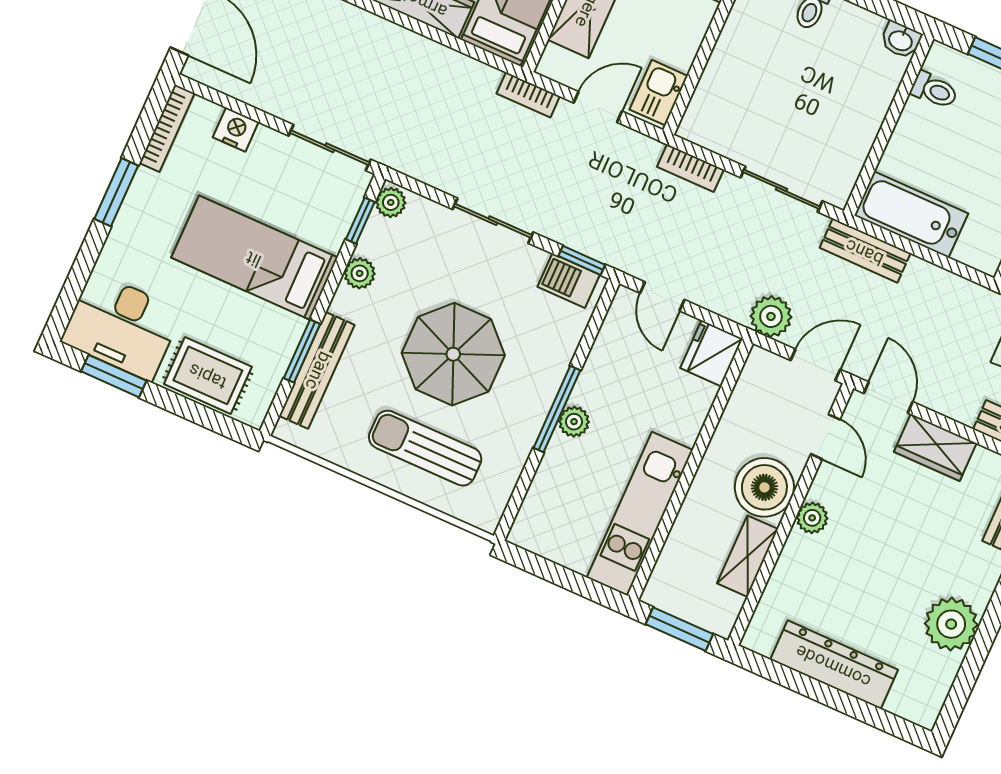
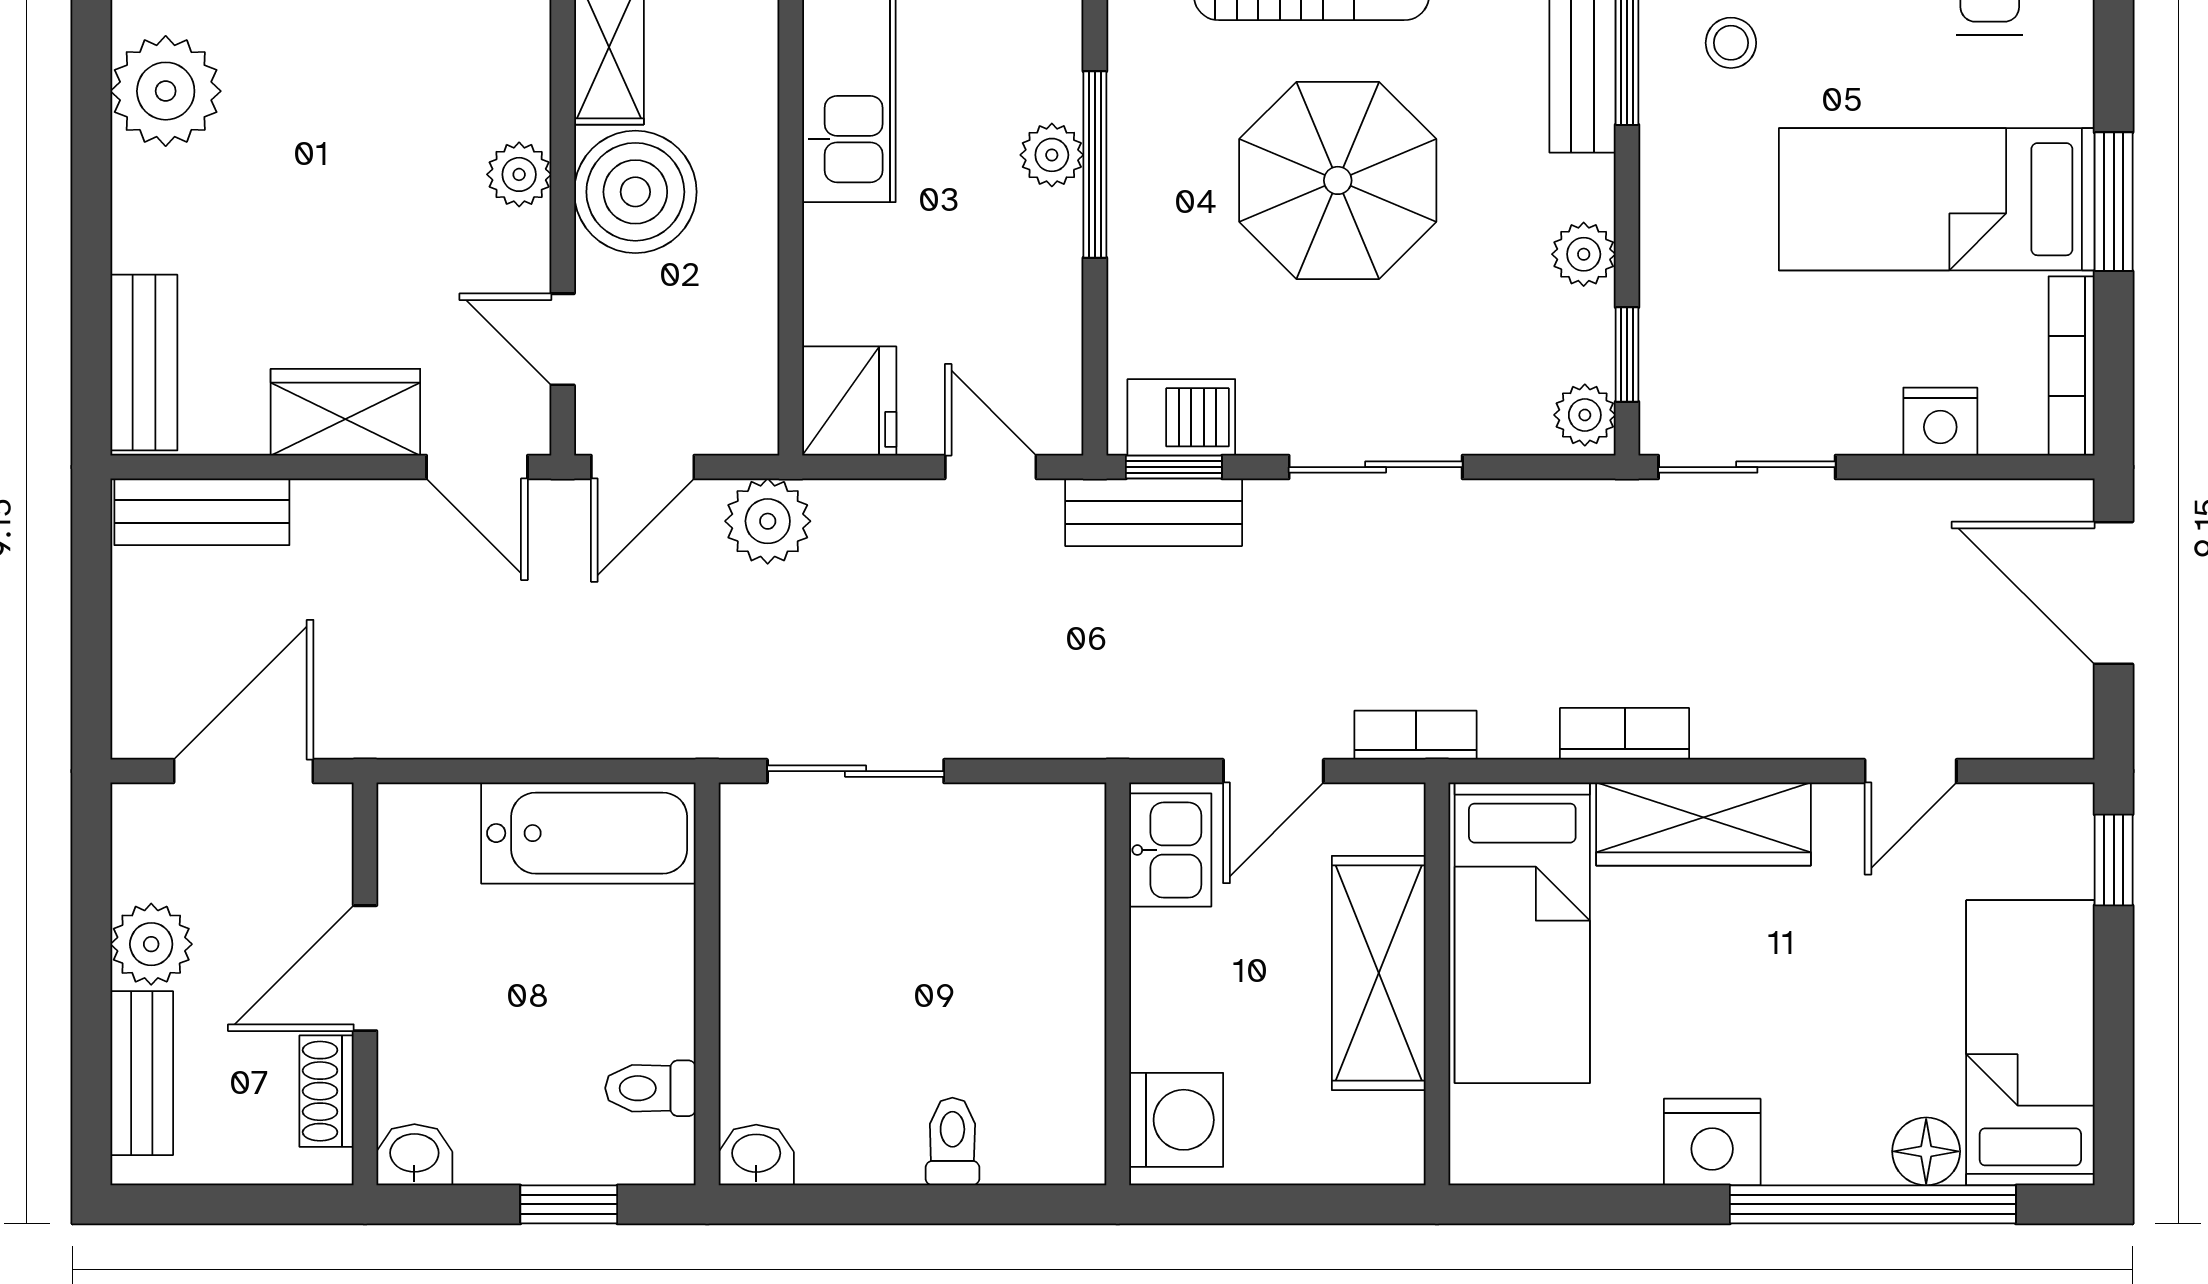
bookcase: (690, 168) -> (1625, 734), moved
bench: (865, 251) -> (1154, 512), moved
bed: (254, 258) -> (1937, 199), moved, turned 180
stool: (253, 337) -> (1731, 43), added

